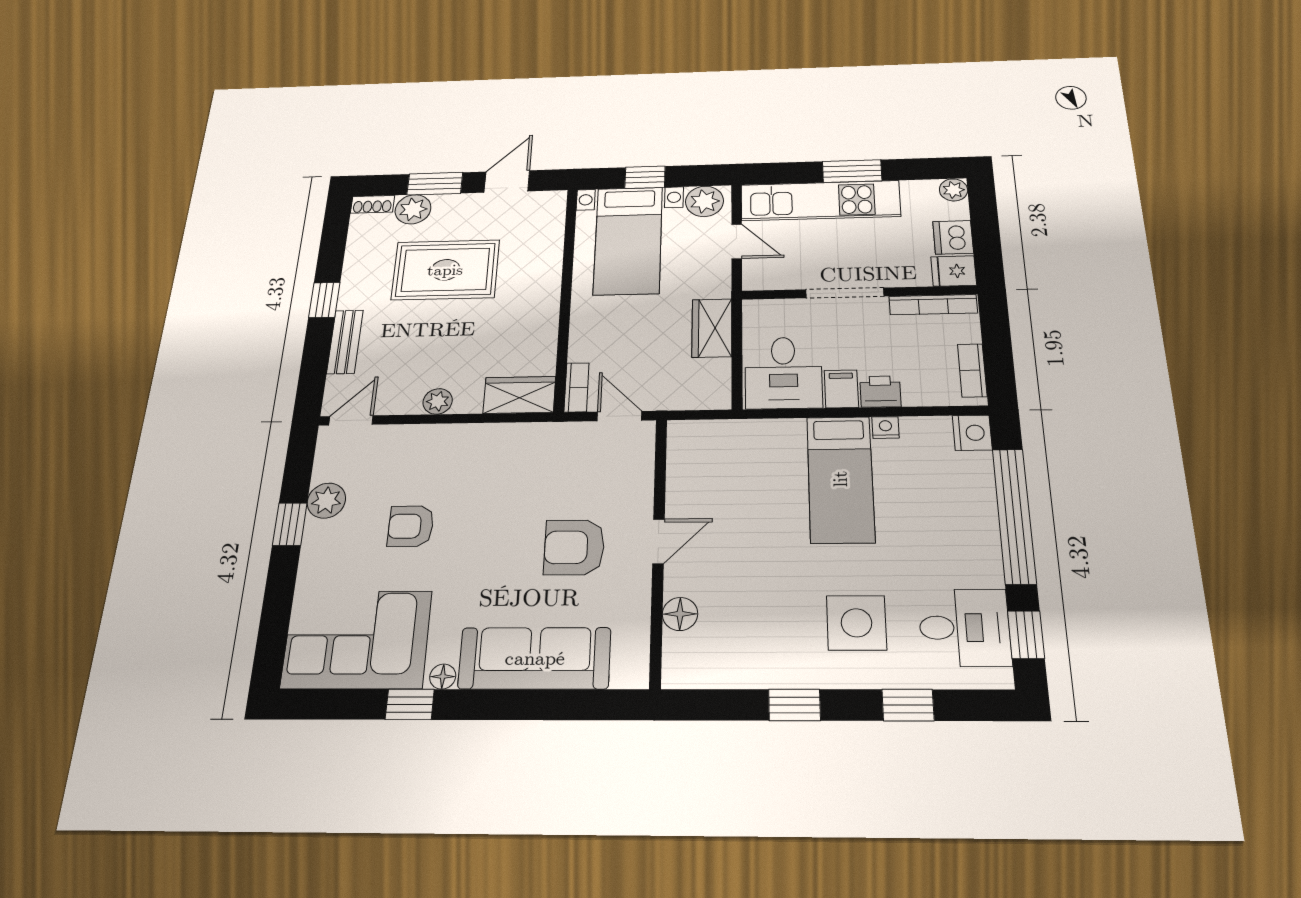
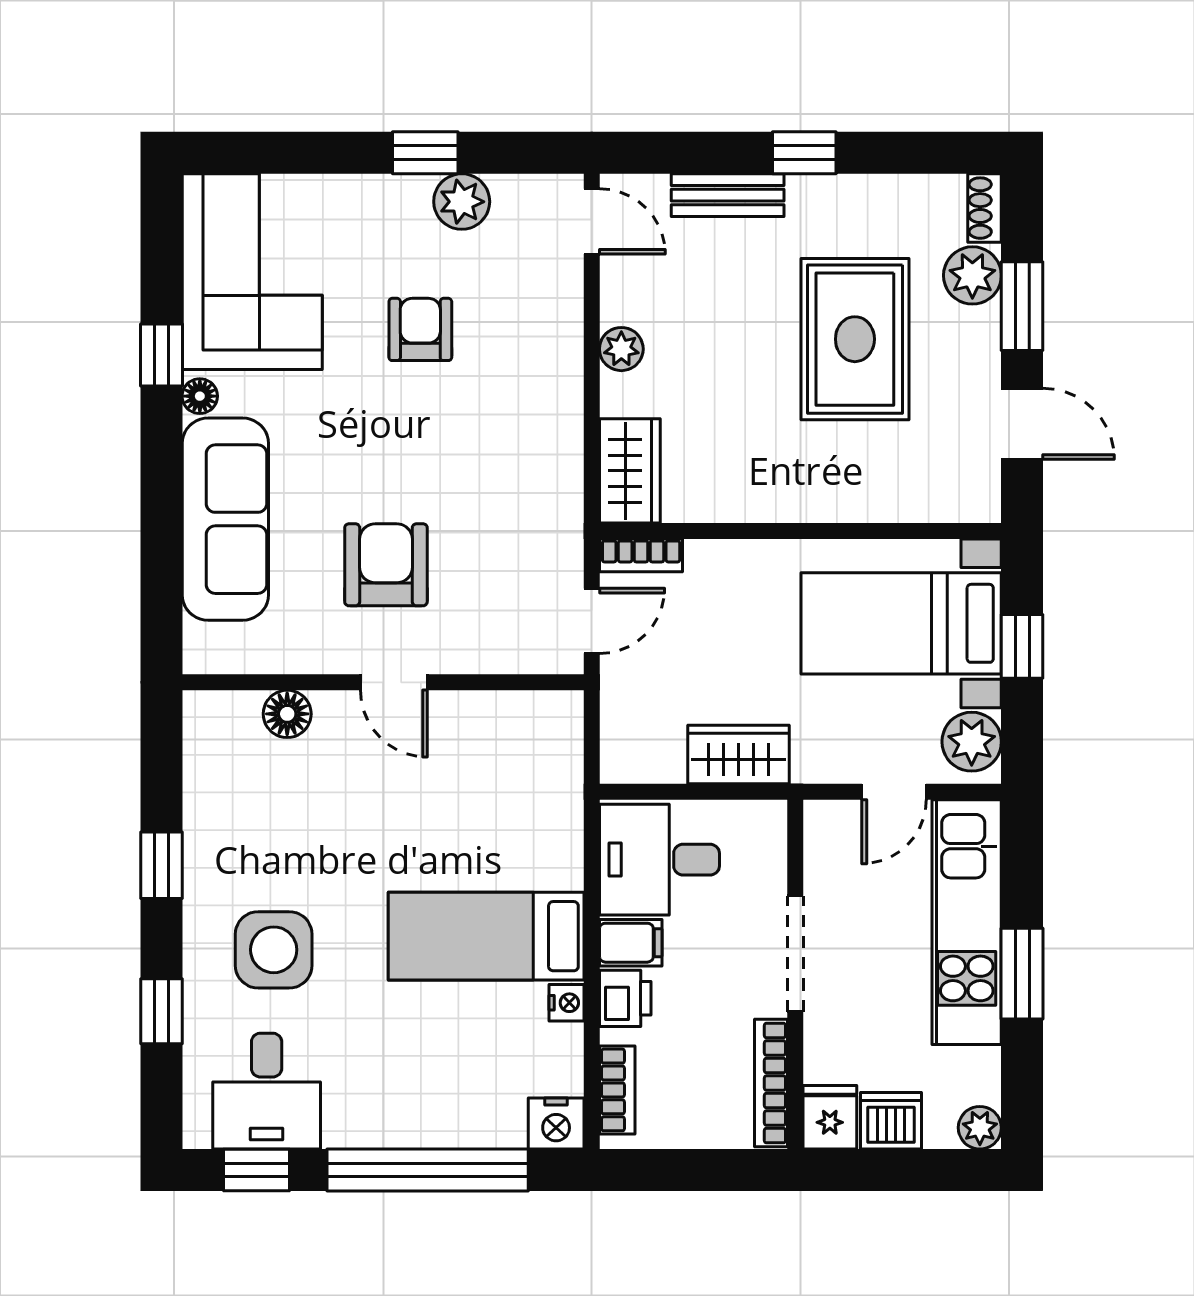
bookcase: (972, 370) -> (617, 1090), moved, turned 90

